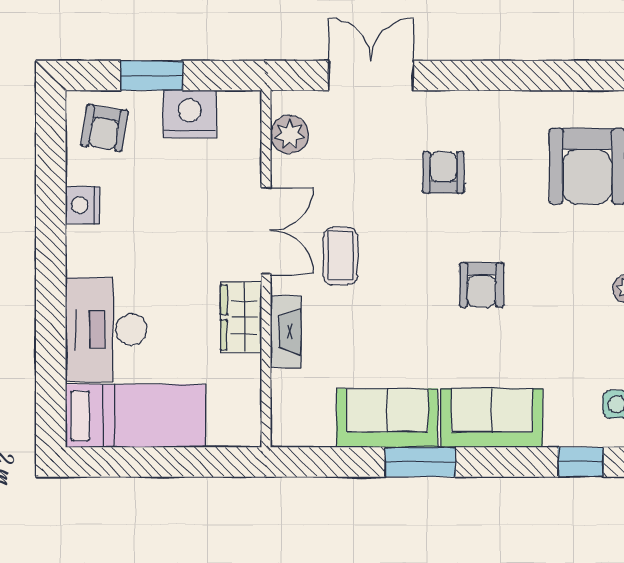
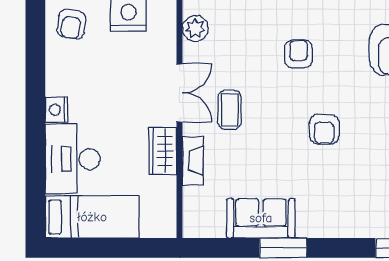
nightstand: (83, 205) -> (57, 110), moved
sofa: (492, 418) -> (331, 218), removed

